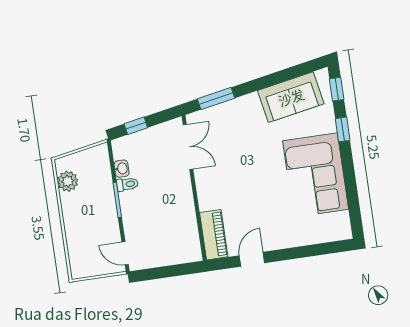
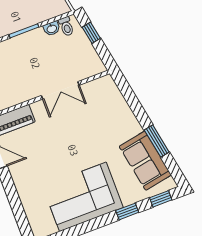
window: (216, 99) -> (157, 141), moved
double door: (188, 147) -> (60, 90), moved
toilet: (127, 184) -> (66, 26), moved

